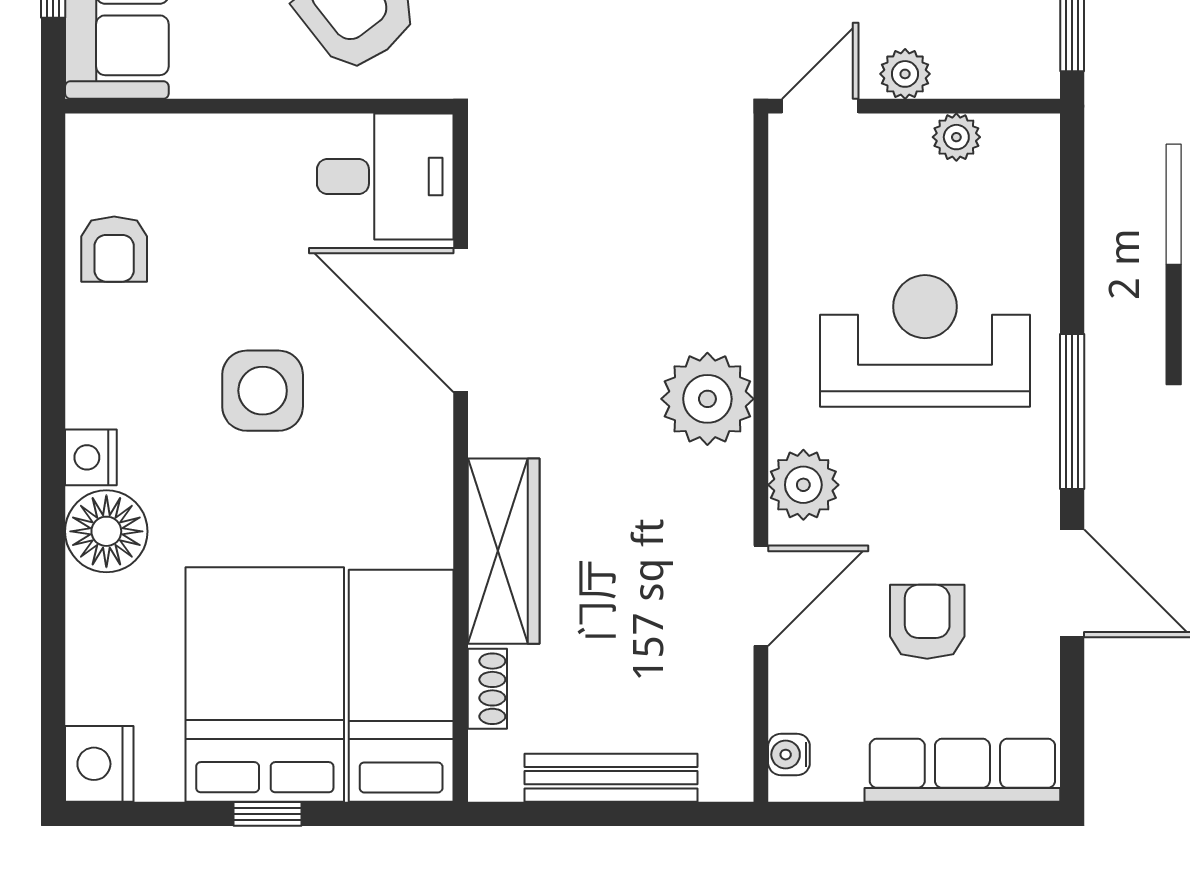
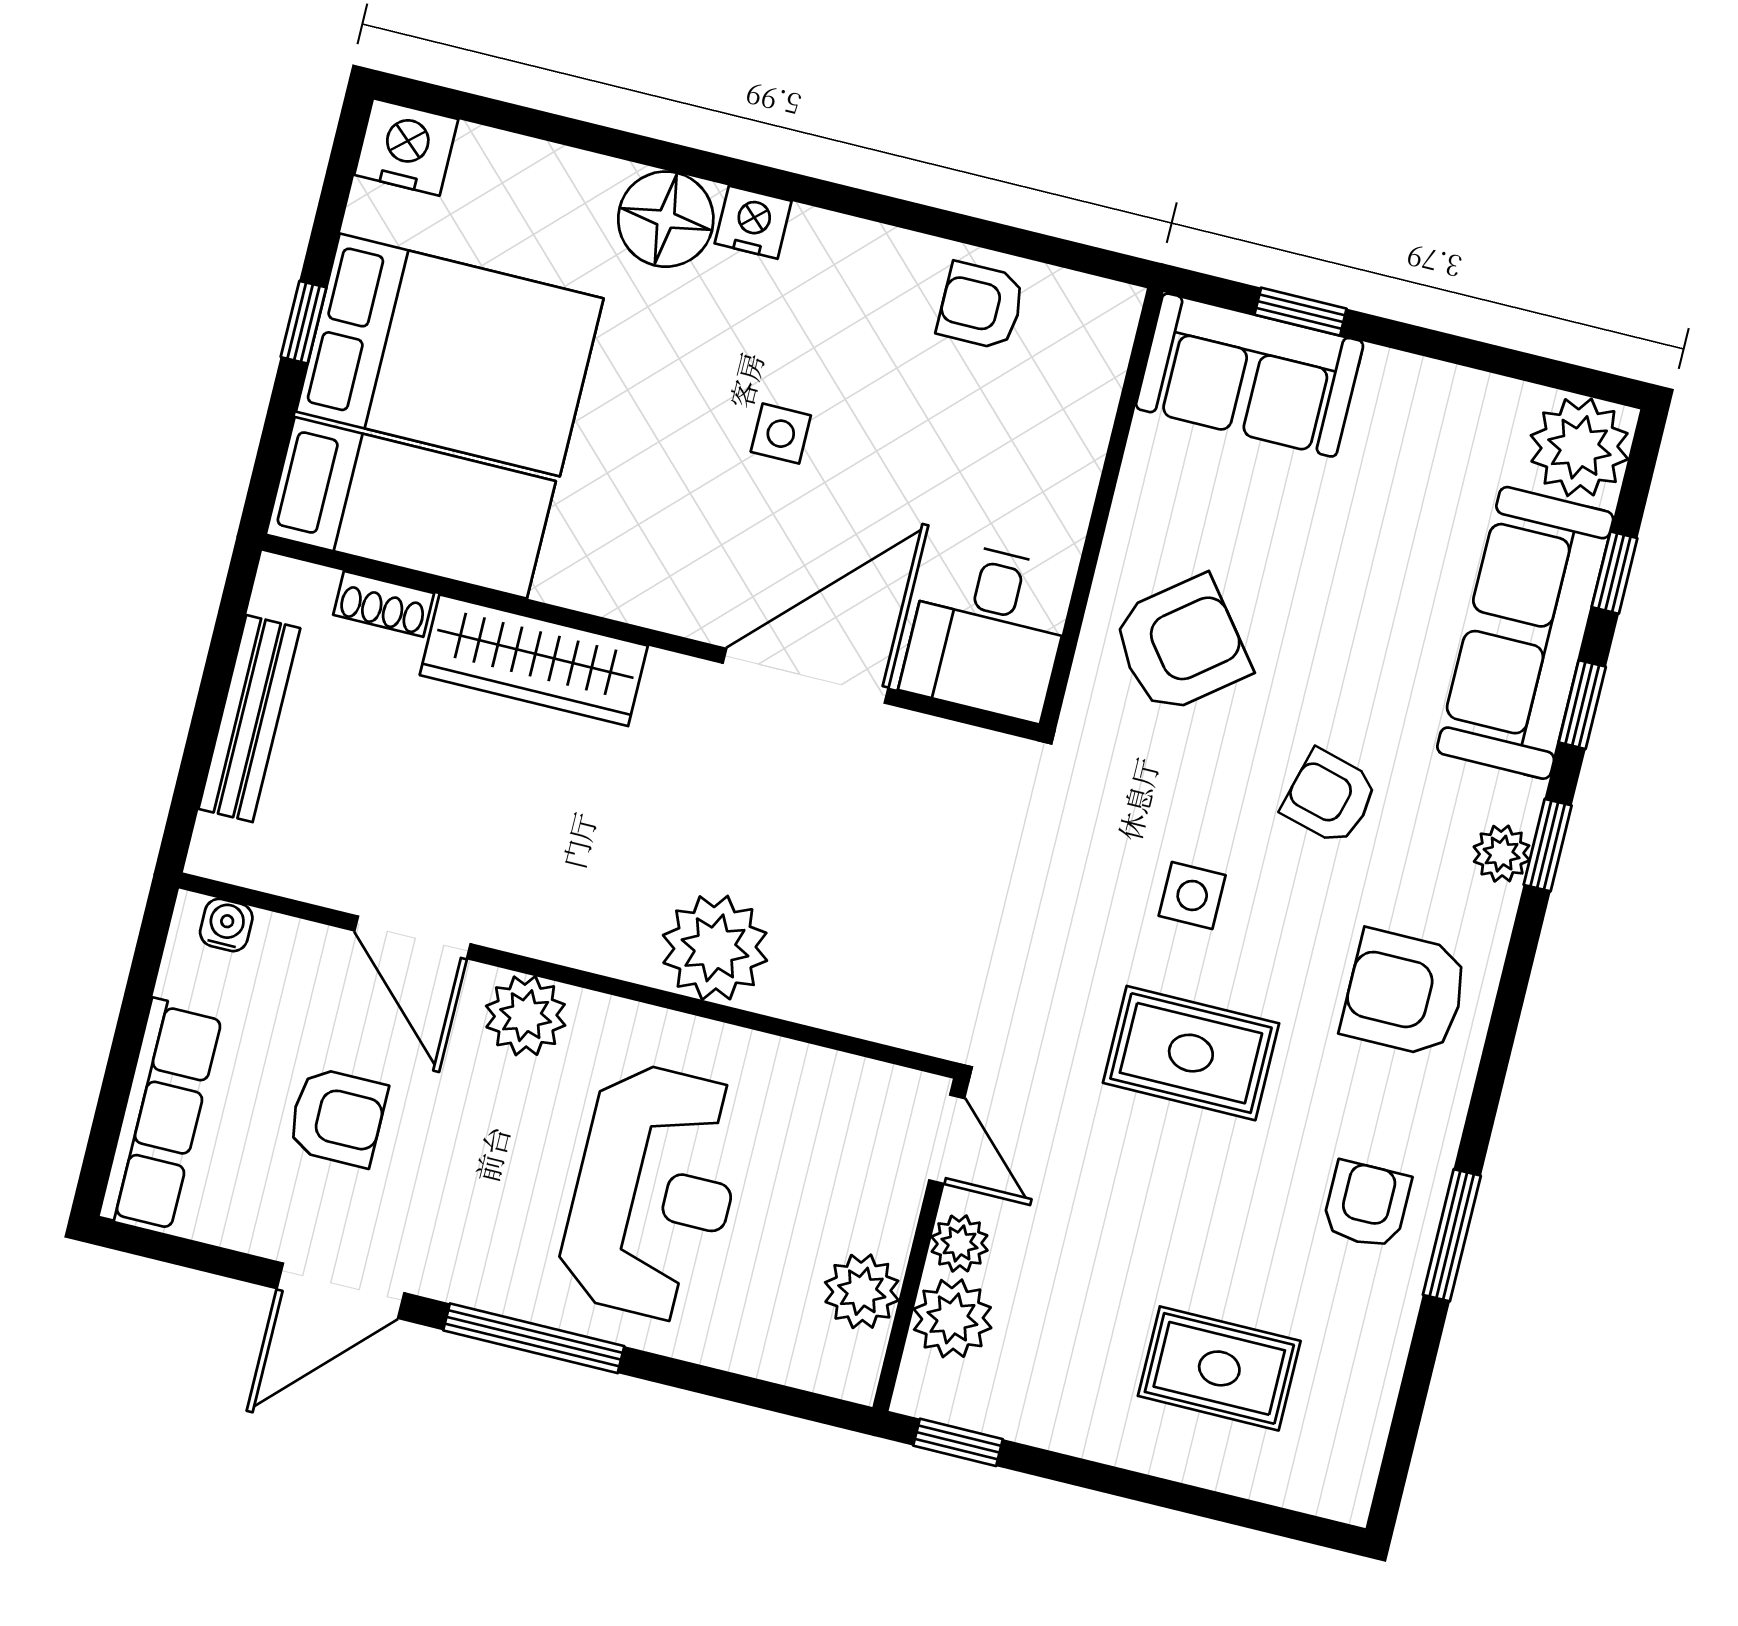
plant: (969, 64) -> (952, 1318), added
plant: (956, 137) -> (862, 1291), width x1.38, depth x1.38
side table: (263, 391) -> (781, 434), width x0.54, depth x0.54
plant: (707, 399) -> (715, 948), moved

